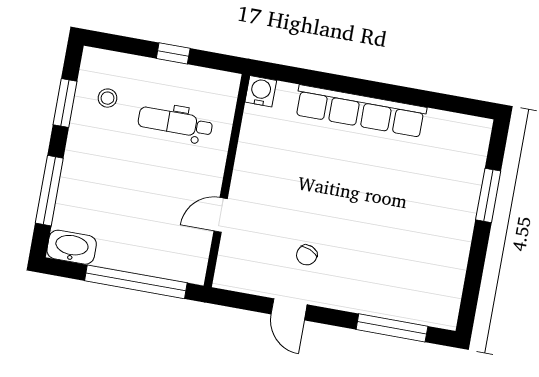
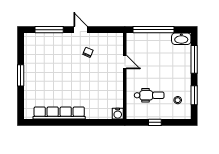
row of seats: (361, 111) -> (59, 113), moved
window: (488, 195) -> (21, 75), moved
door: (221, 215) -> (125, 62), hinge flipped
door: (289, 309) -> (81, 30), moved

